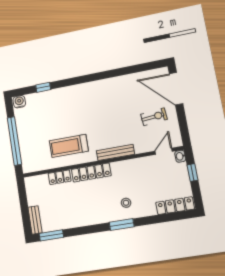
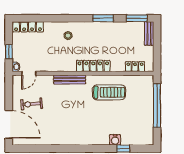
water cooler: (19, 102) -> (115, 140), moved
locker: (60, 177) -> (135, 67), moved
window: (122, 225) -> (103, 18), moved

